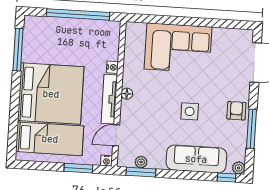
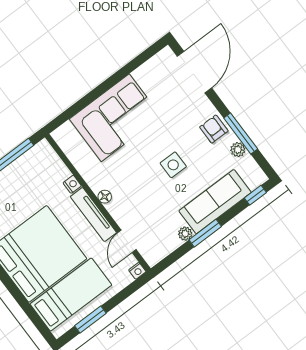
plant: (141, 162) -> (185, 234), moved
window: (78, 168) -> (90, 320), moved
plant: (239, 168) -> (238, 150), moved
window: (141, 172) -> (205, 233), moved

